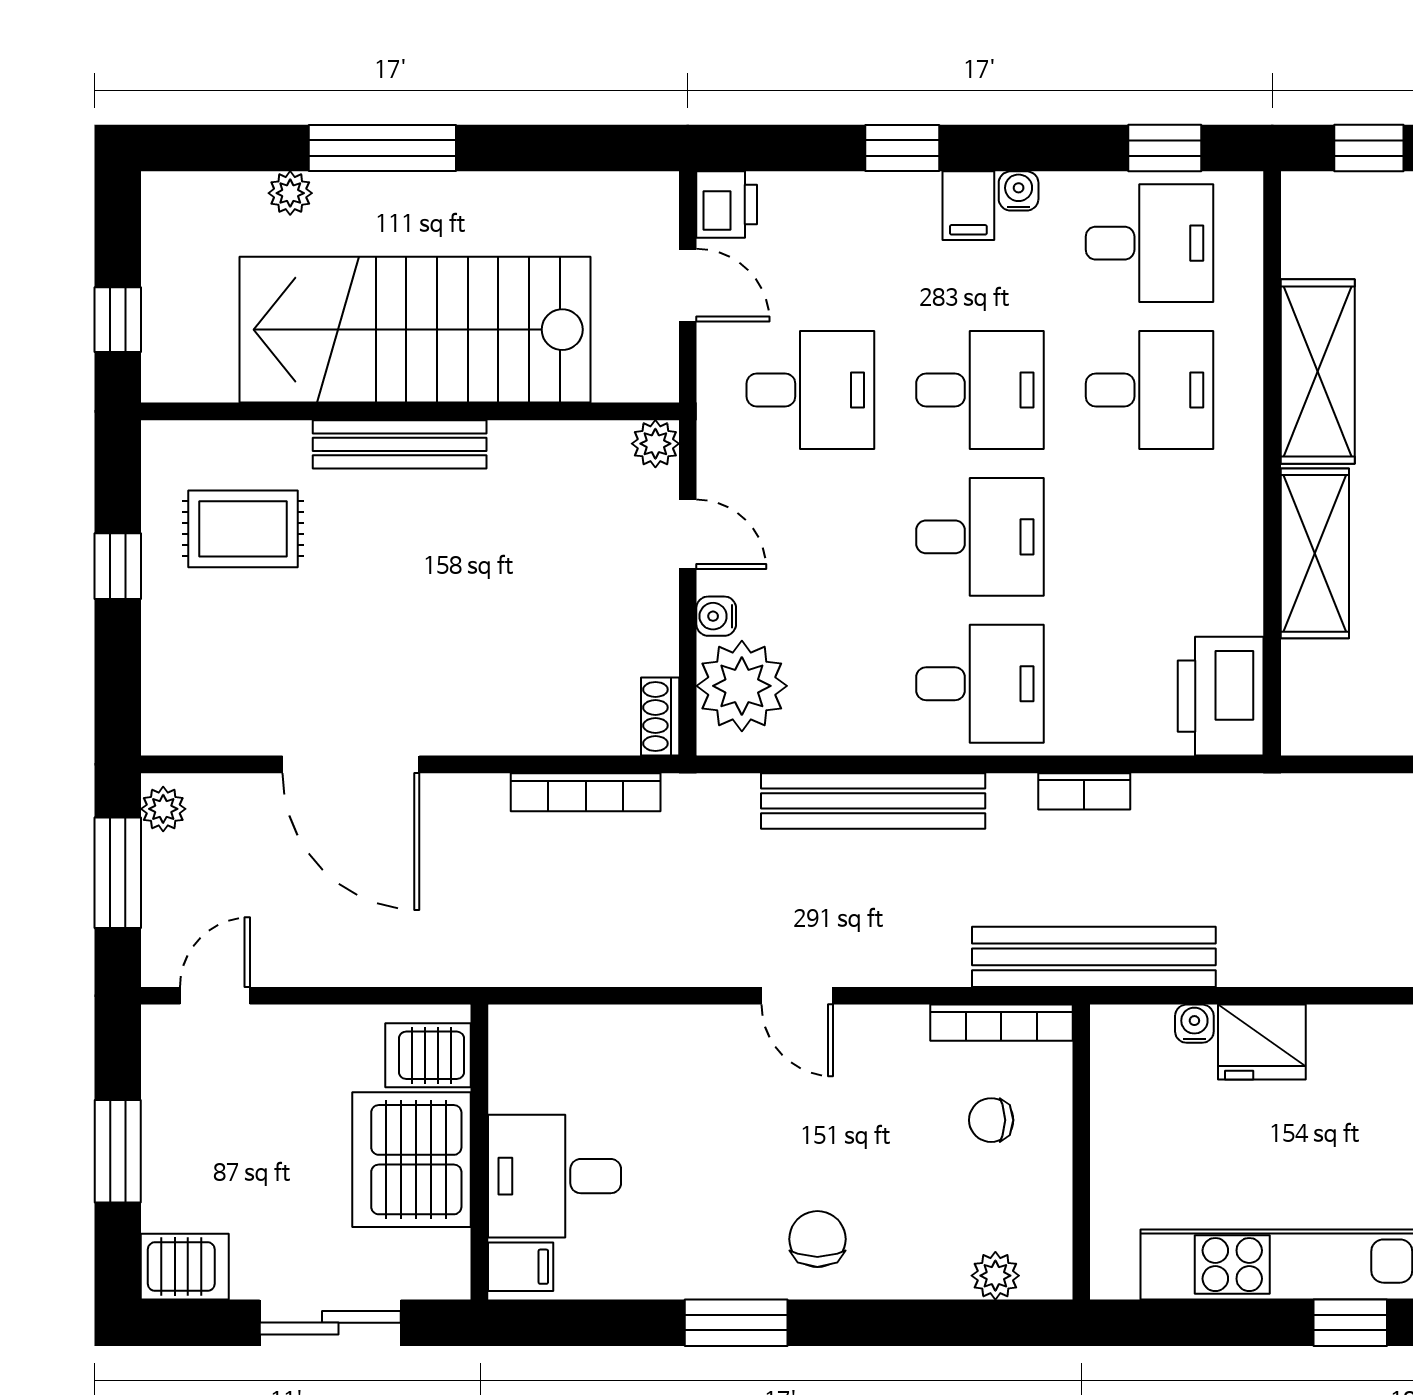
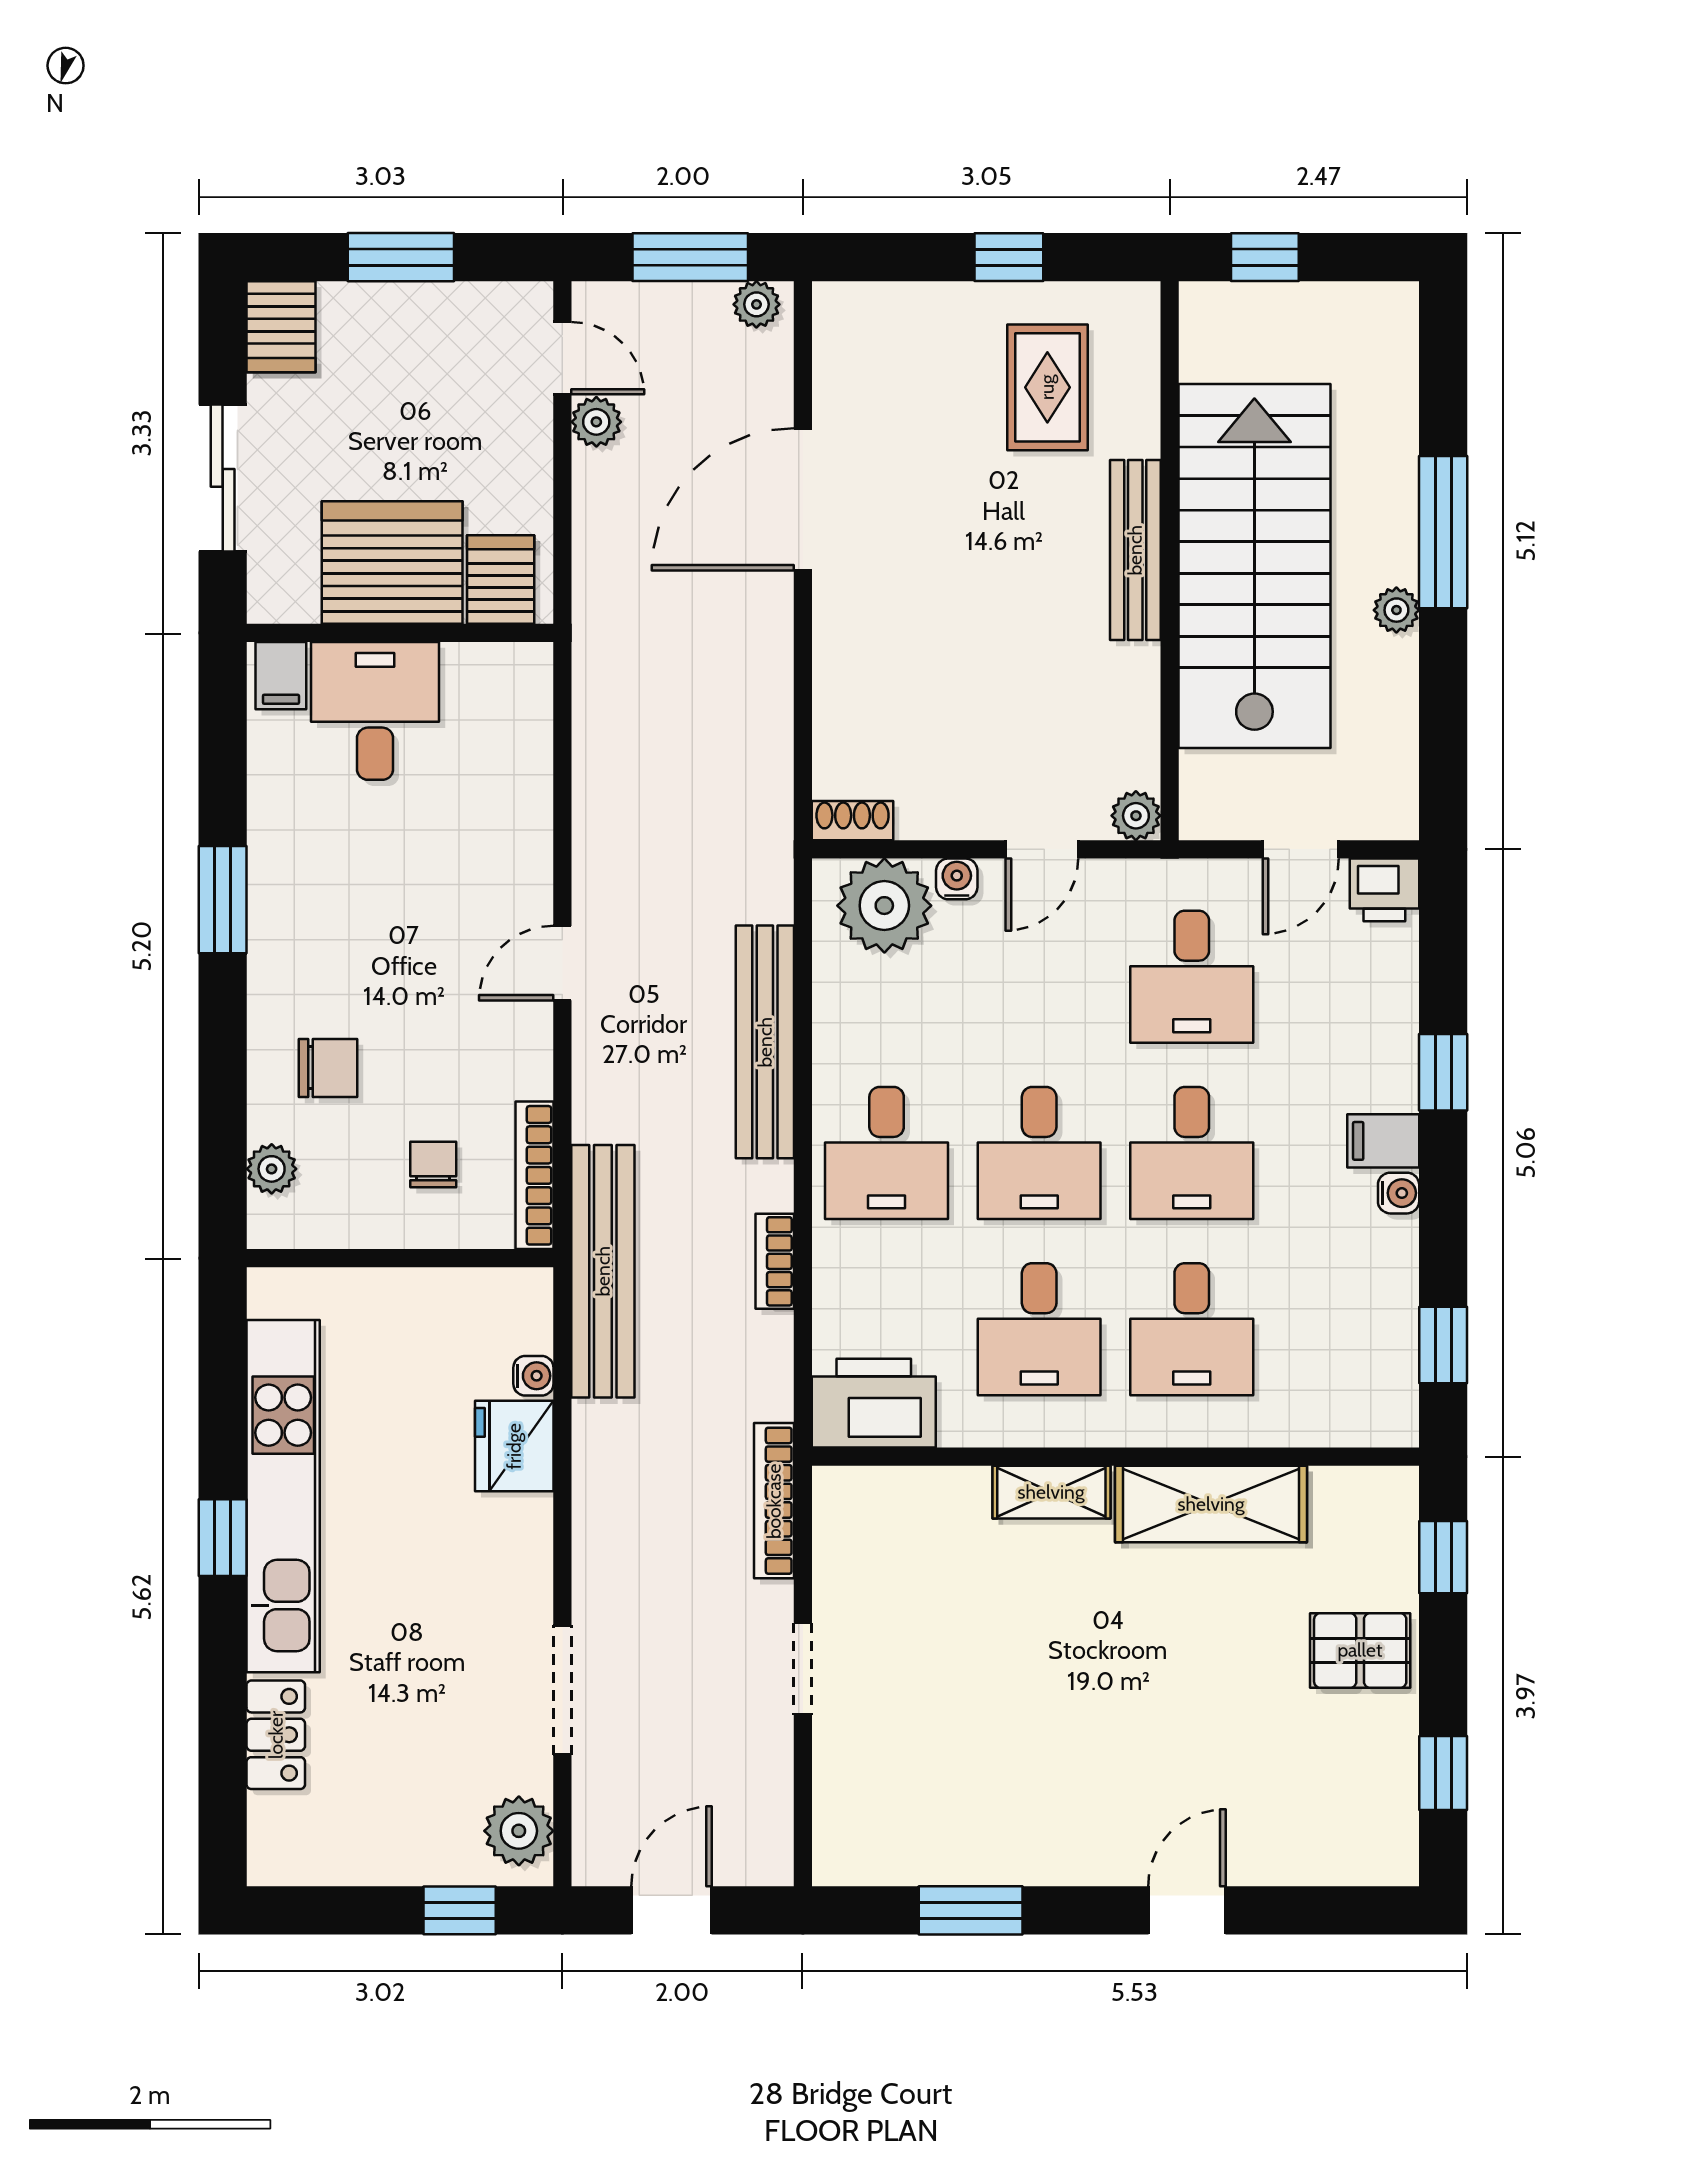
plant: (290, 193) -> (1396, 610), moved
desk: (1150, 243) -> (1039, 1329), moved
shelving: (1315, 553) -> (1051, 1492), width x0.67, depth x0.75
bookcase: (586, 792) -> (774, 1501), moved
plant: (276, 963) -> (596, 422), added
chair: (817, 1239) -> (328, 1068), moved

